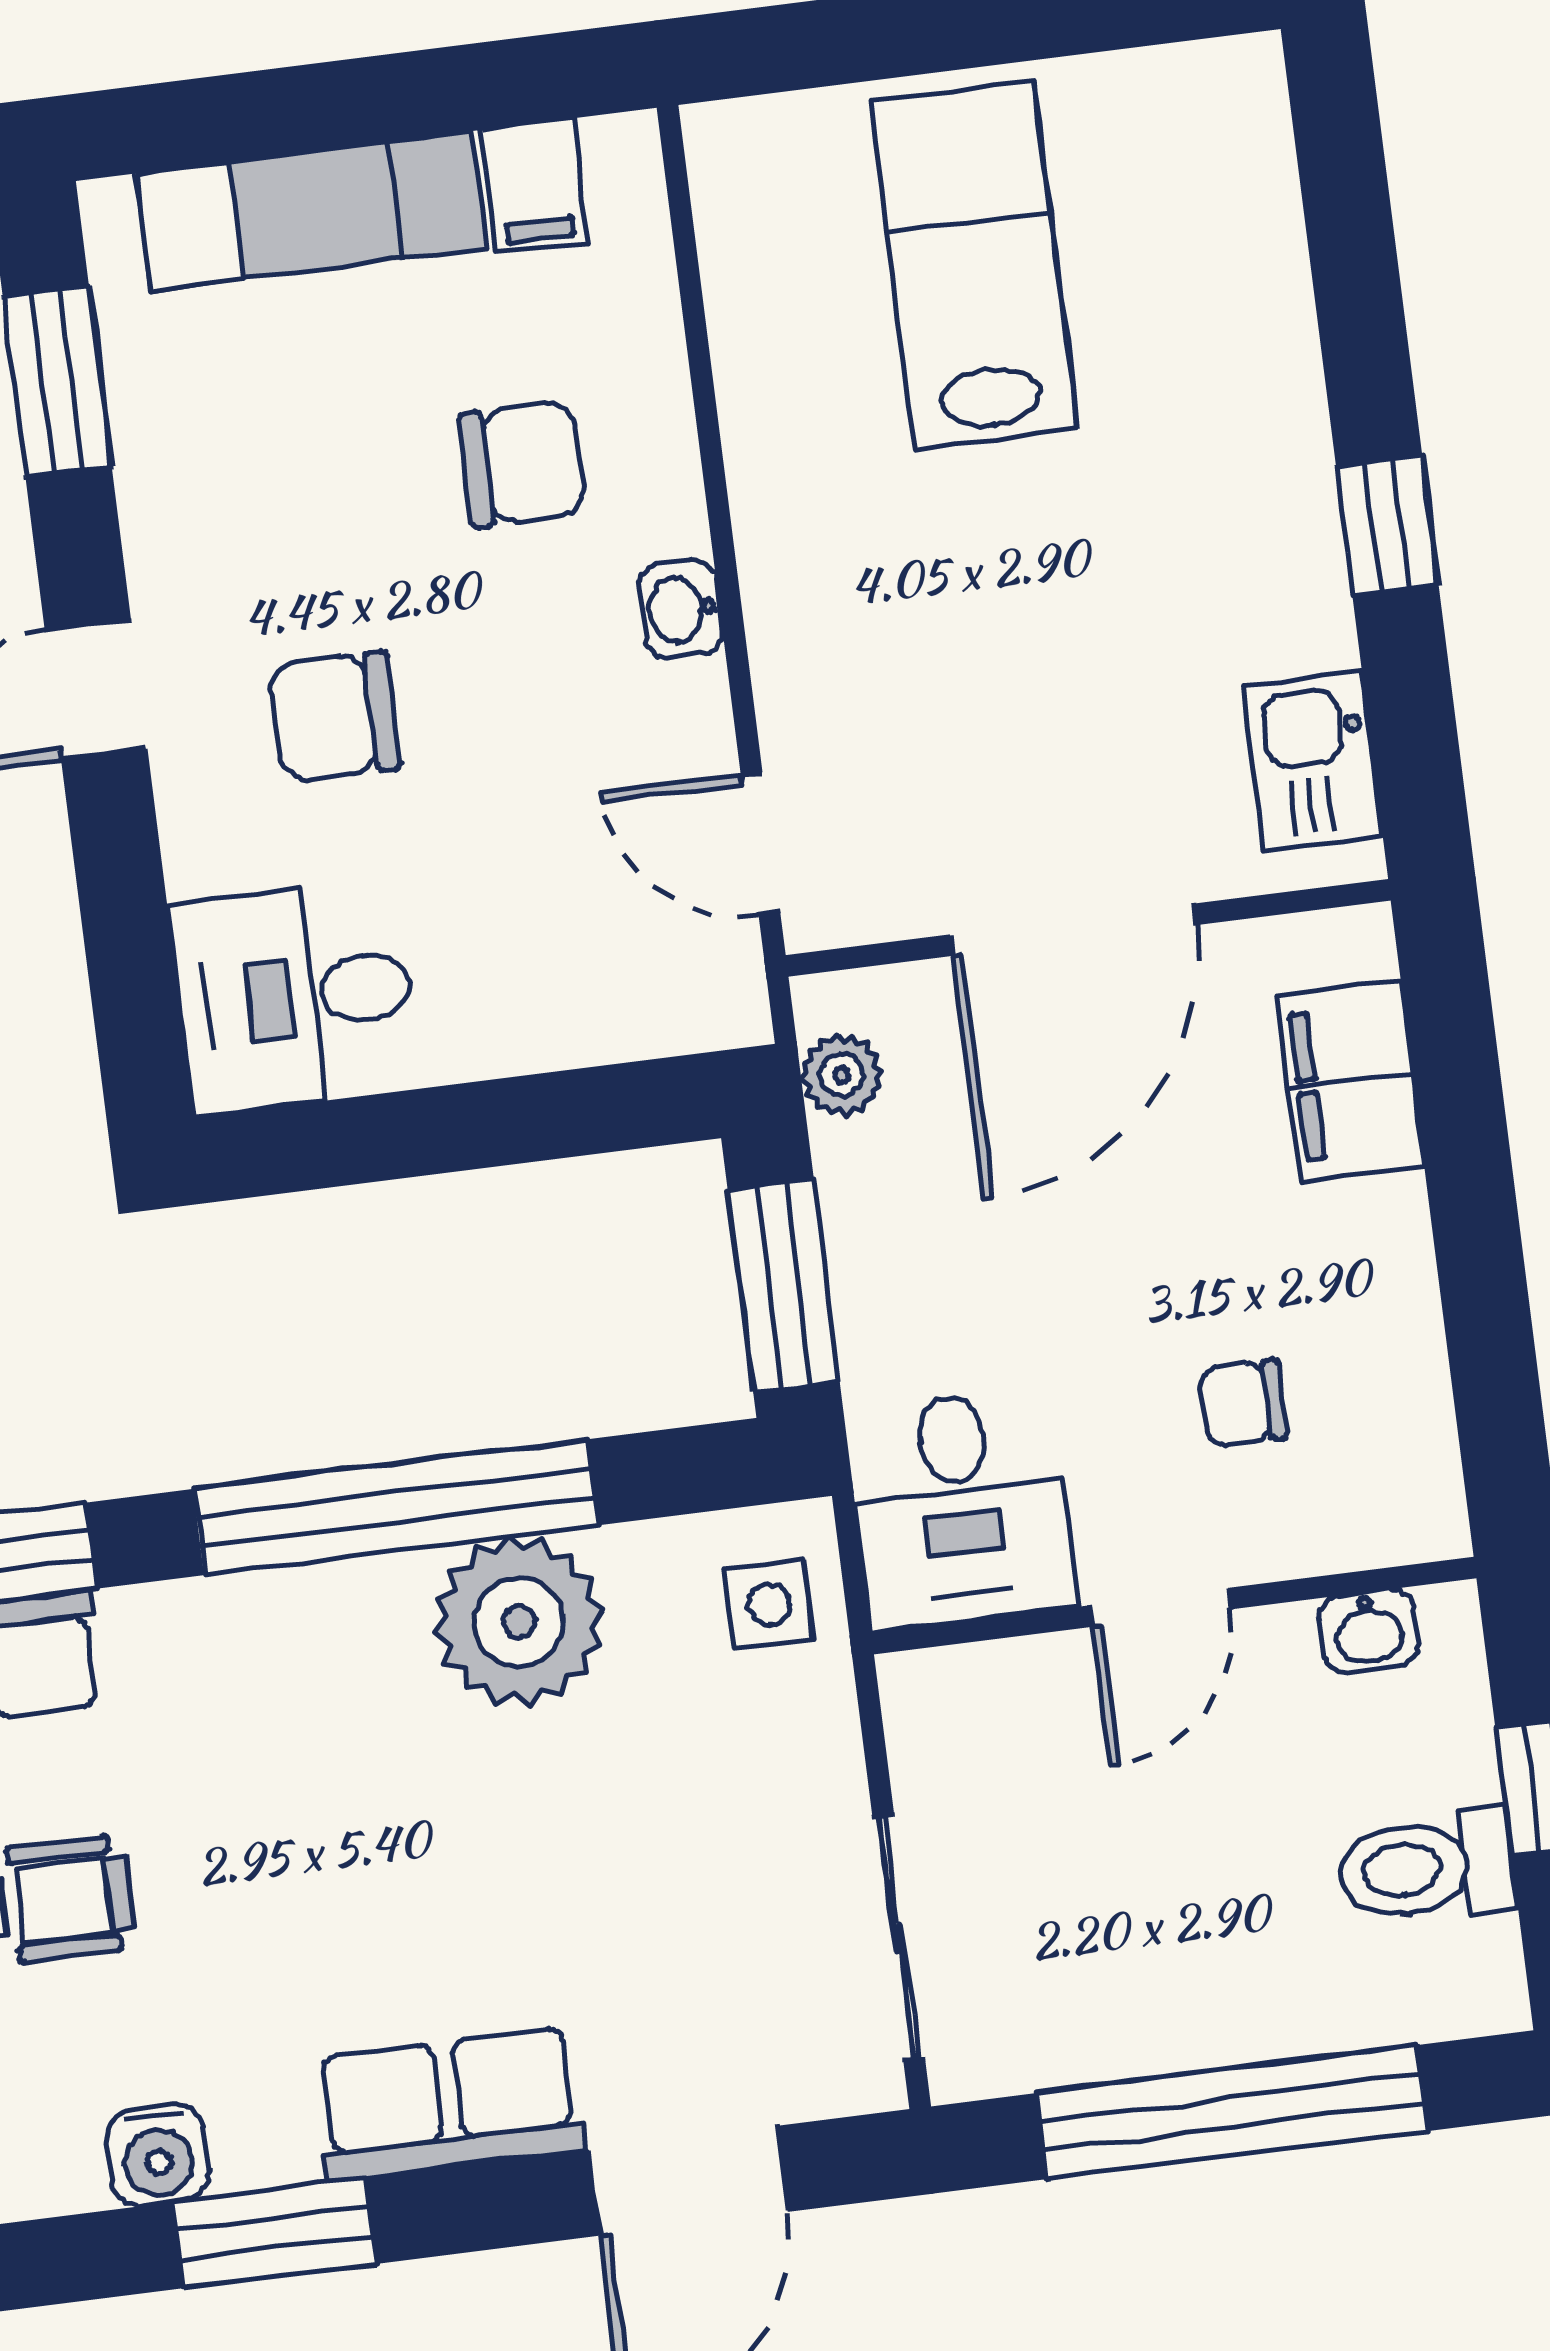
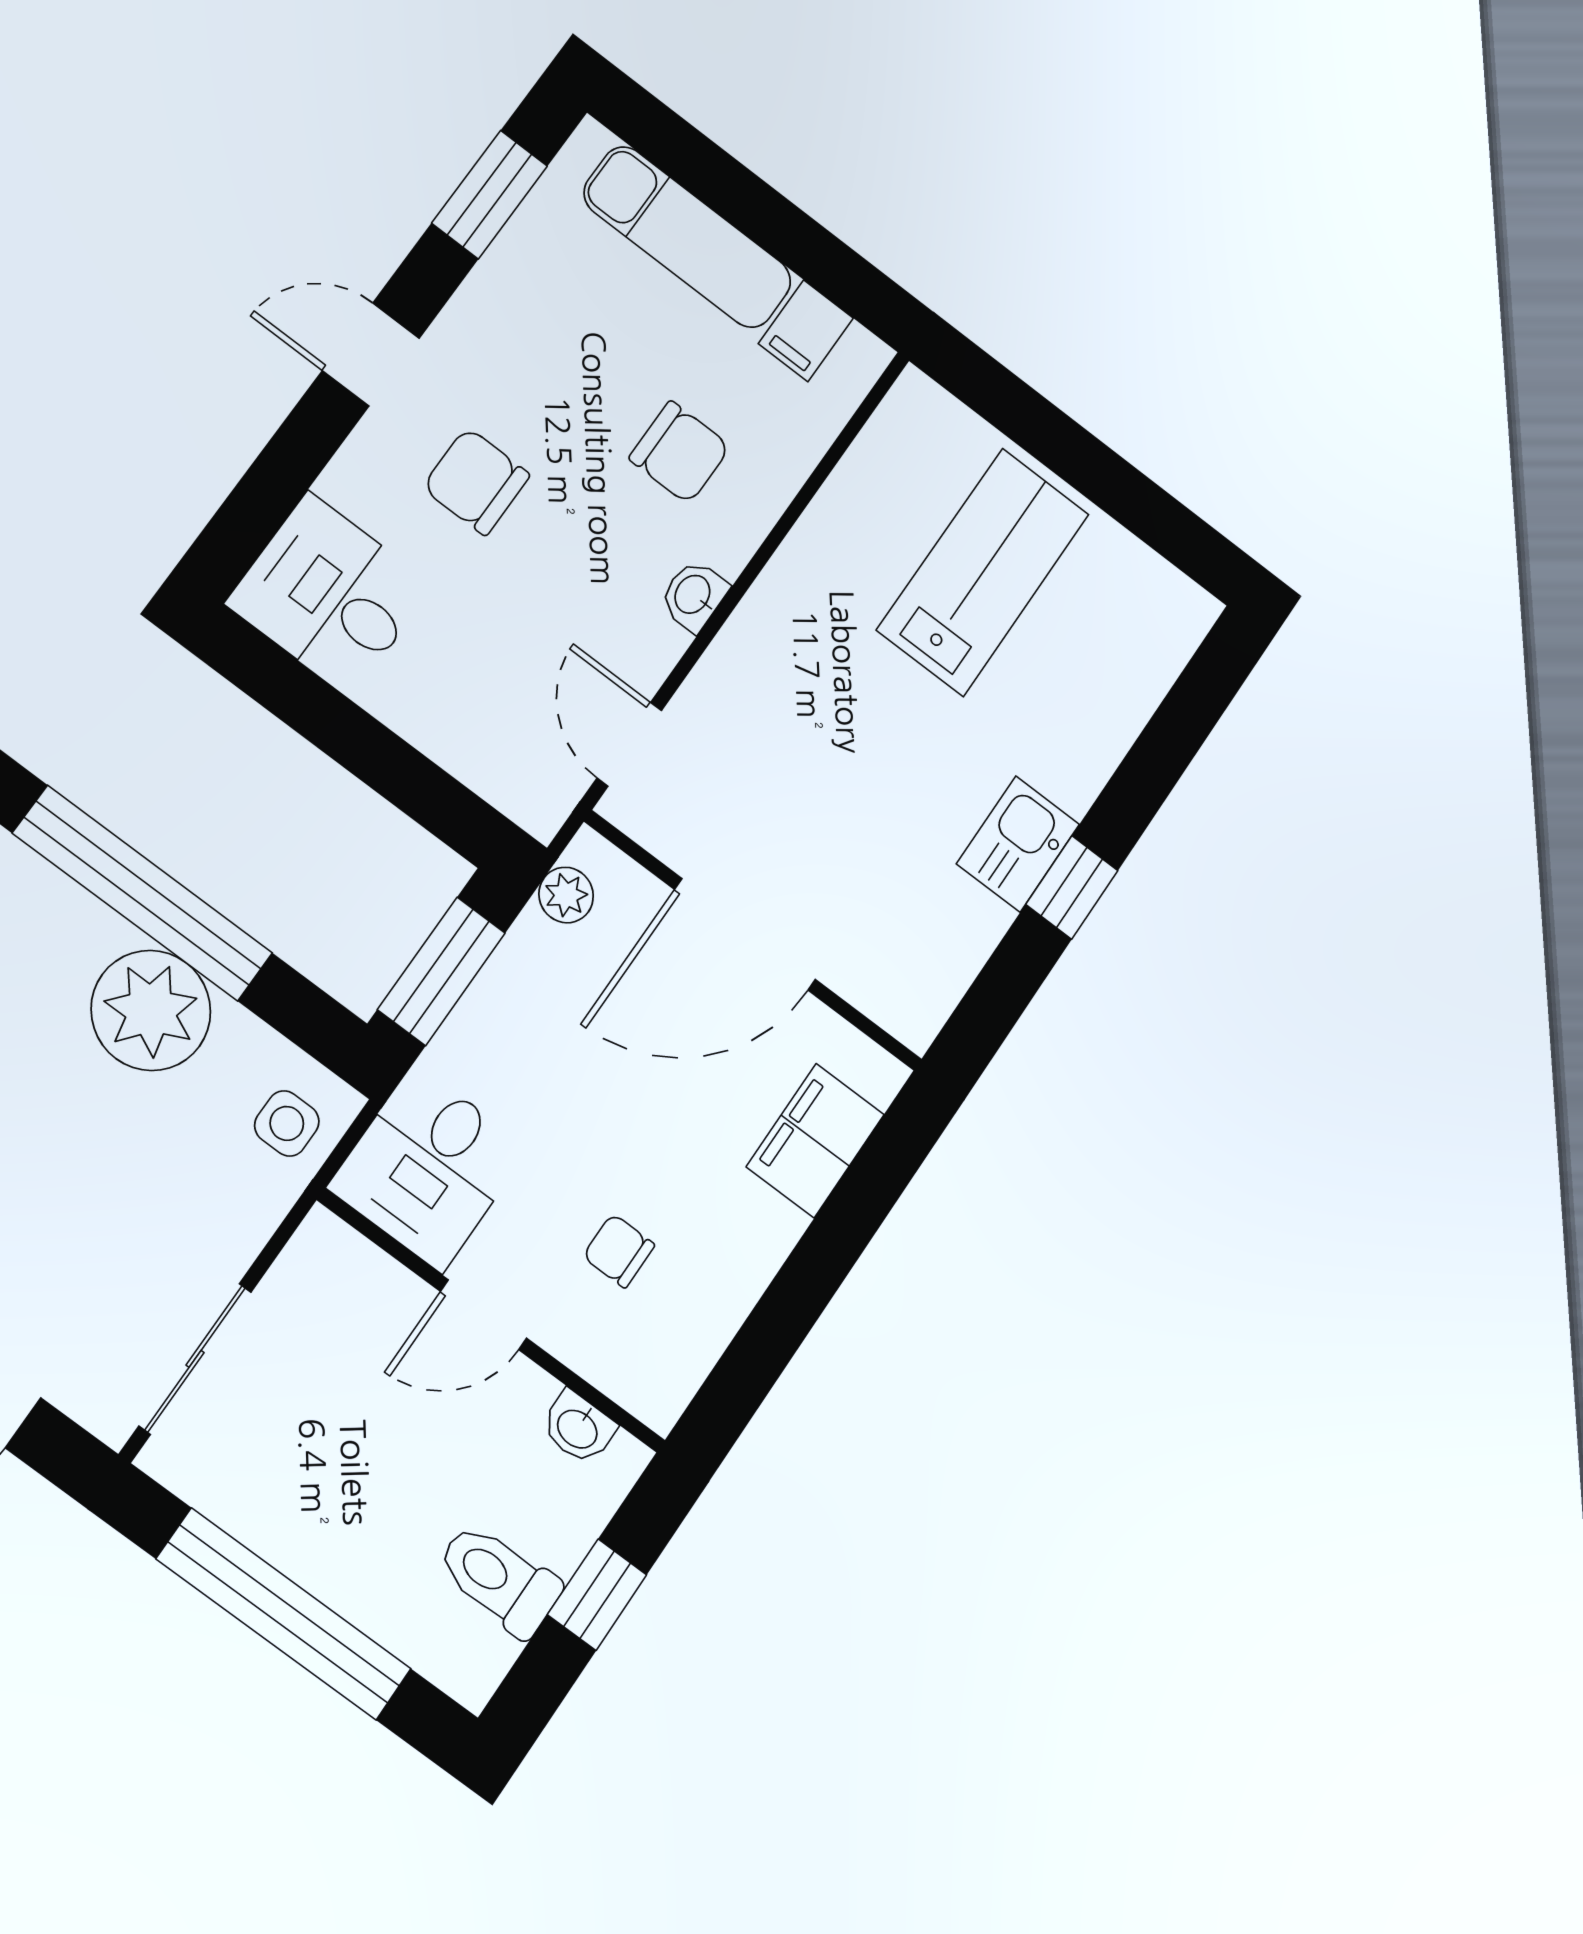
kitchen sink: (1313, 761) -> (1018, 844), moved

